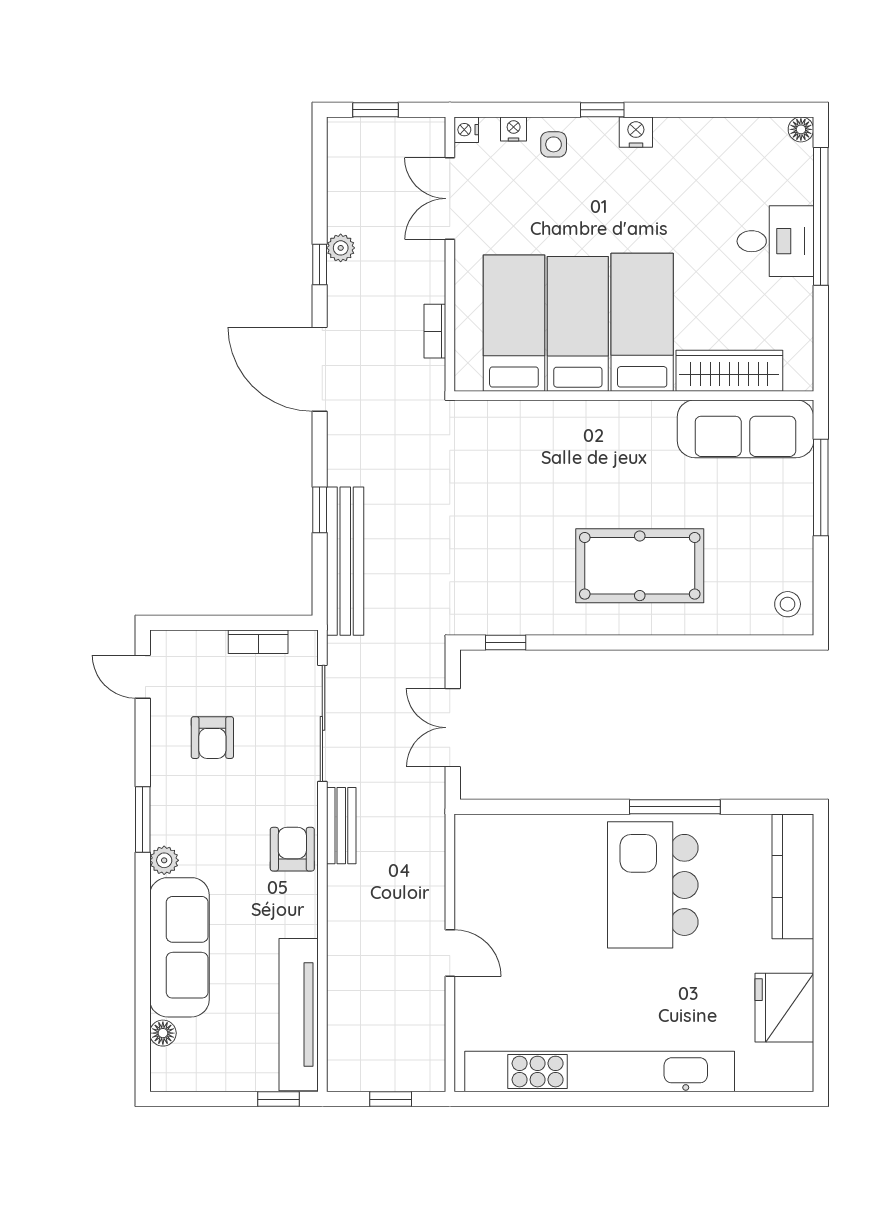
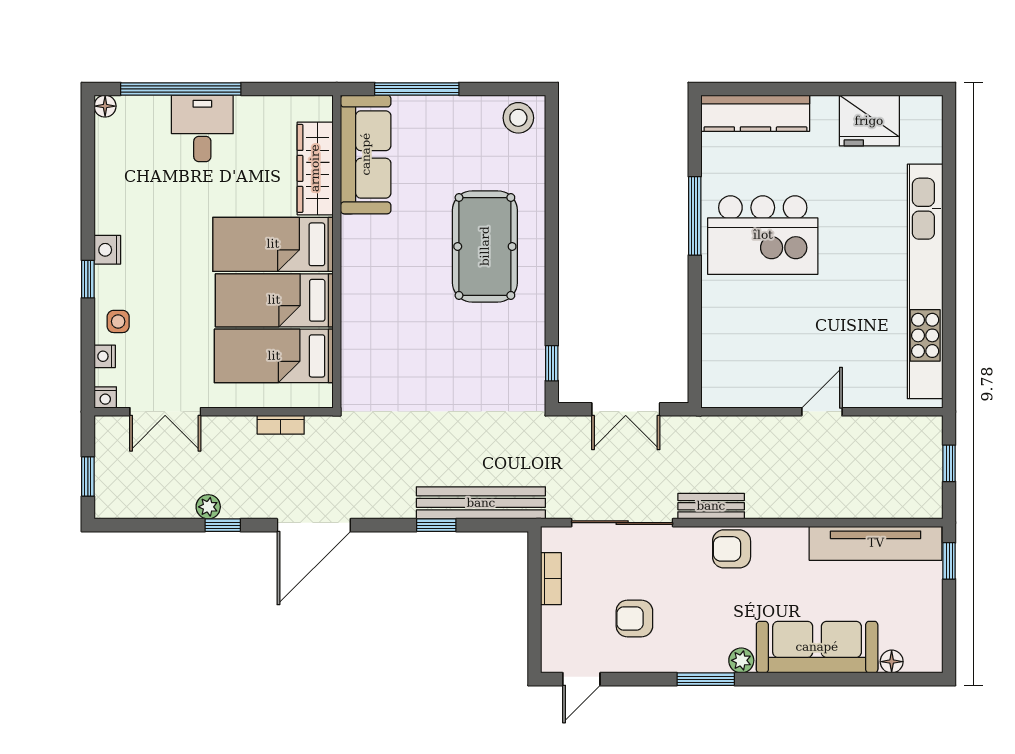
stool: (788, 604) -> (518, 118), width x1.37, depth x1.37
armchair: (212, 738) -> (634, 618), turned 180

